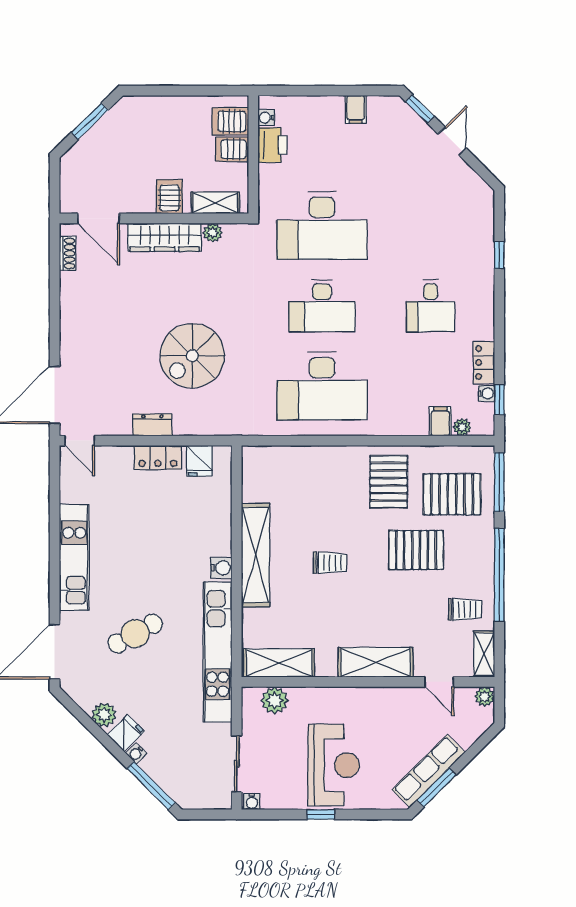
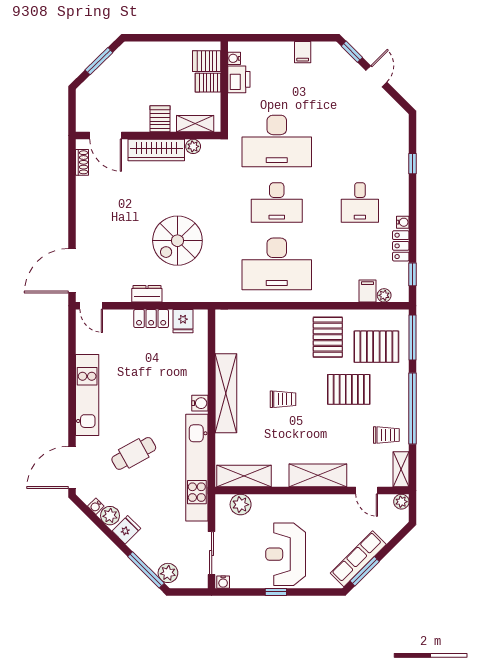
water cooler: (486, 393) -> (403, 222), moved
water cooler: (136, 753) -> (96, 506), moved
reception desk: (334, 765) -> (286, 554), turned 180
plant: (180, 790) -> (168, 573), added

